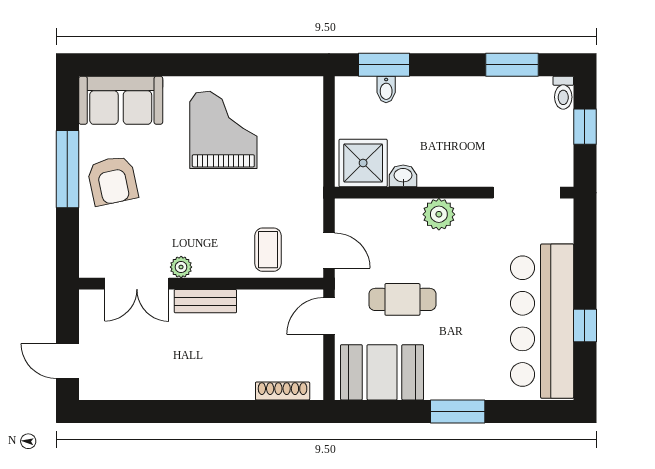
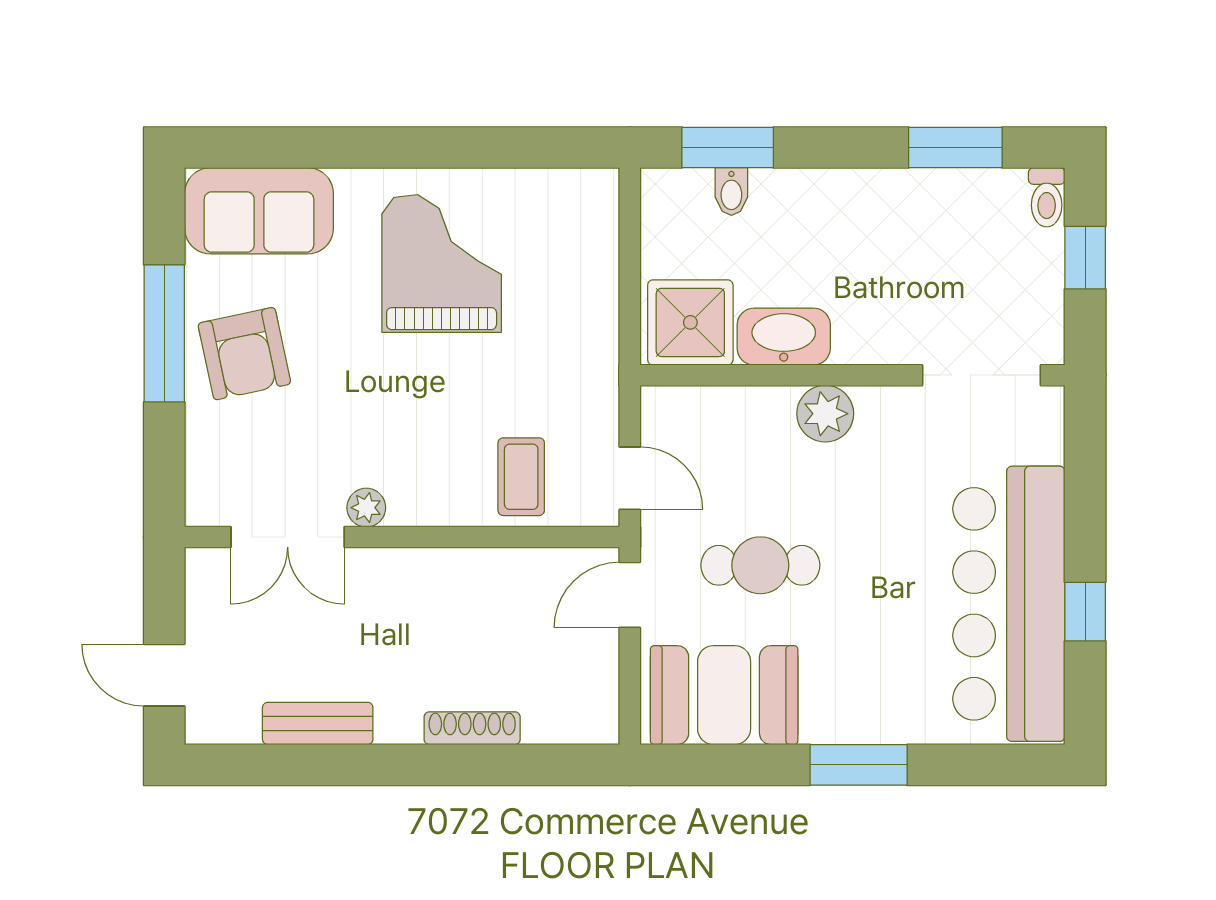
washbasin: (403, 176) -> (784, 337), width x1.91, depth x1.45
bench: (205, 301) -> (318, 723), moved
shoe rack: (283, 391) -> (472, 728), moved

